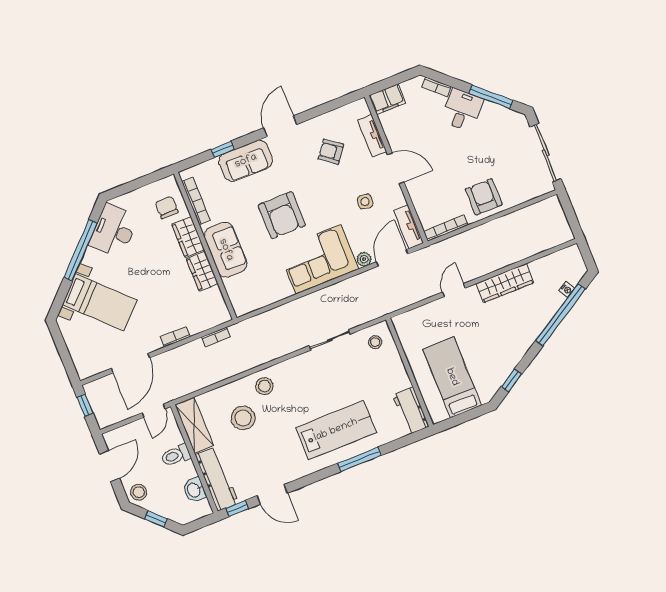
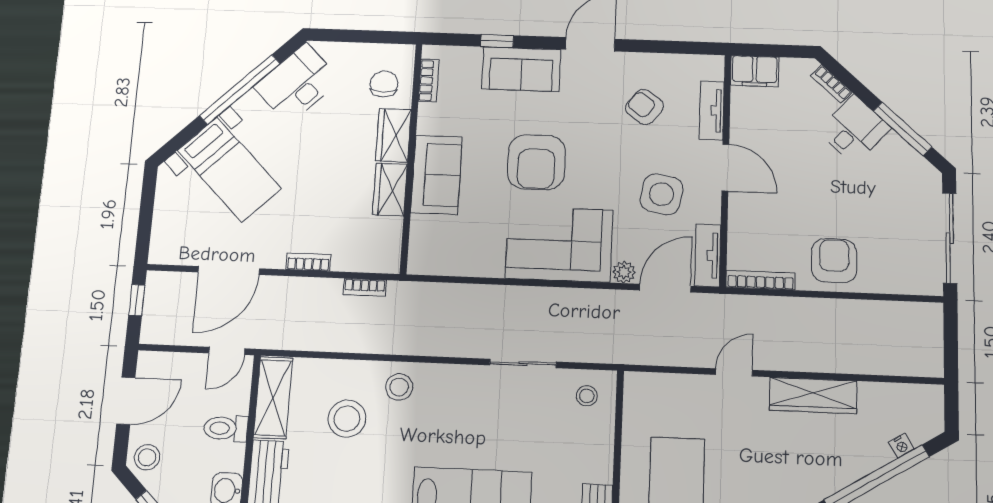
bookcase: (196, 201) -> (429, 81), width x0.64
side table: (365, 202) -> (662, 194), width x1.87, depth x1.87

